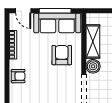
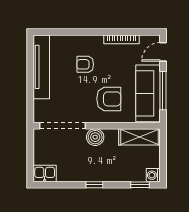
shelving: (93, 41) -> (139, 137), moved
armchair: (18, 76) -> (85, 64), moved, turned 90

